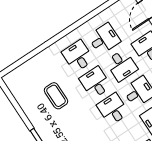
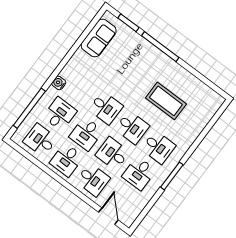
window: (75, 26) -> (172, 176), added
coffee table: (56, 96) -> (166, 101), width x1.36, depth x1.32

